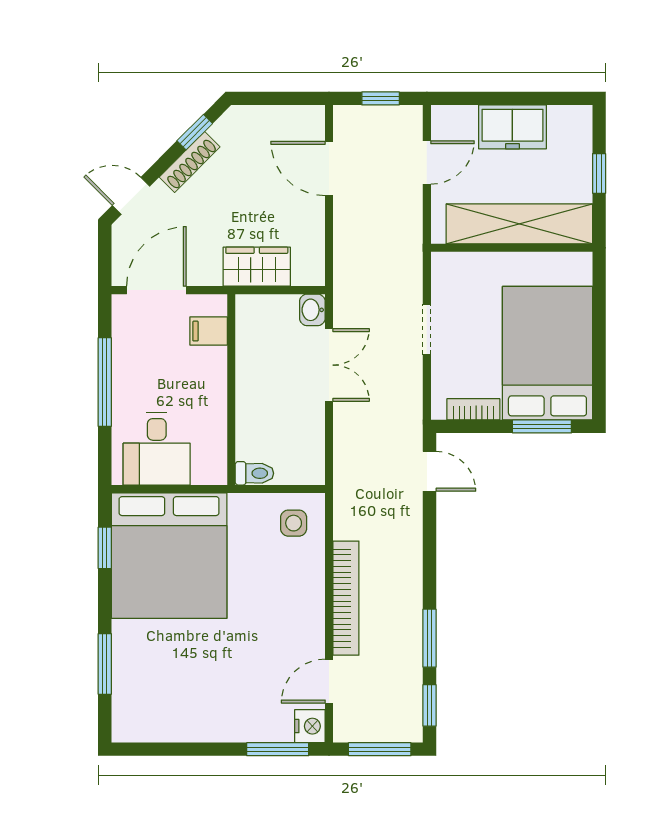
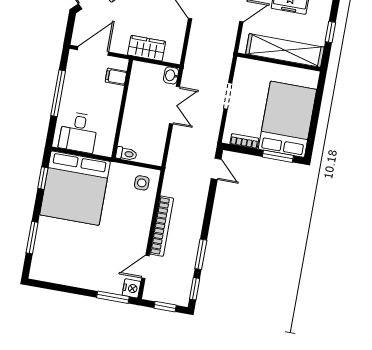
window: (380, 749) -> (165, 307), width x0.67

